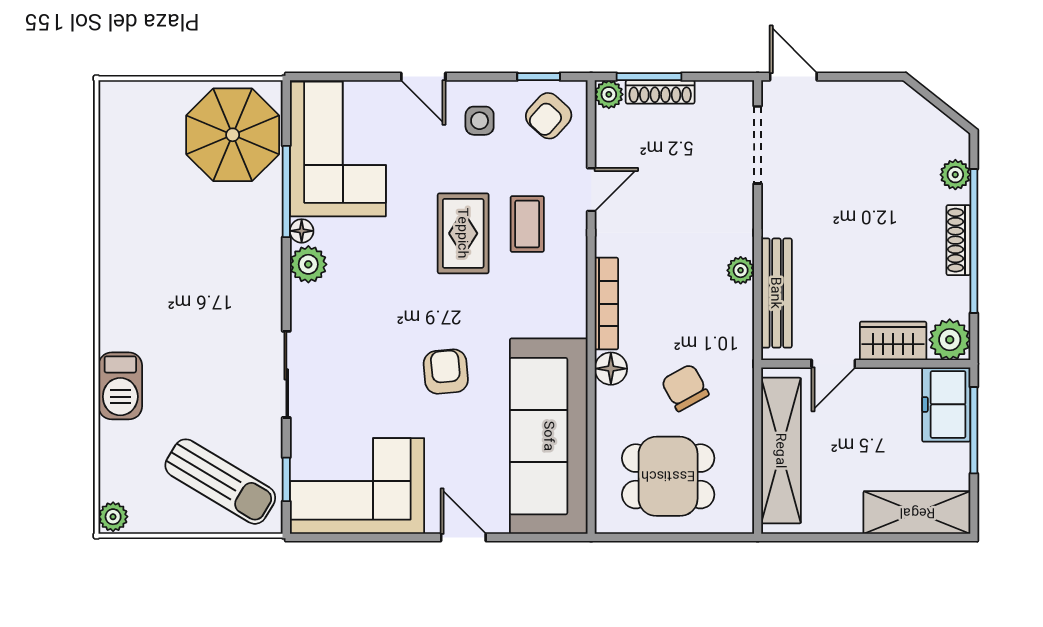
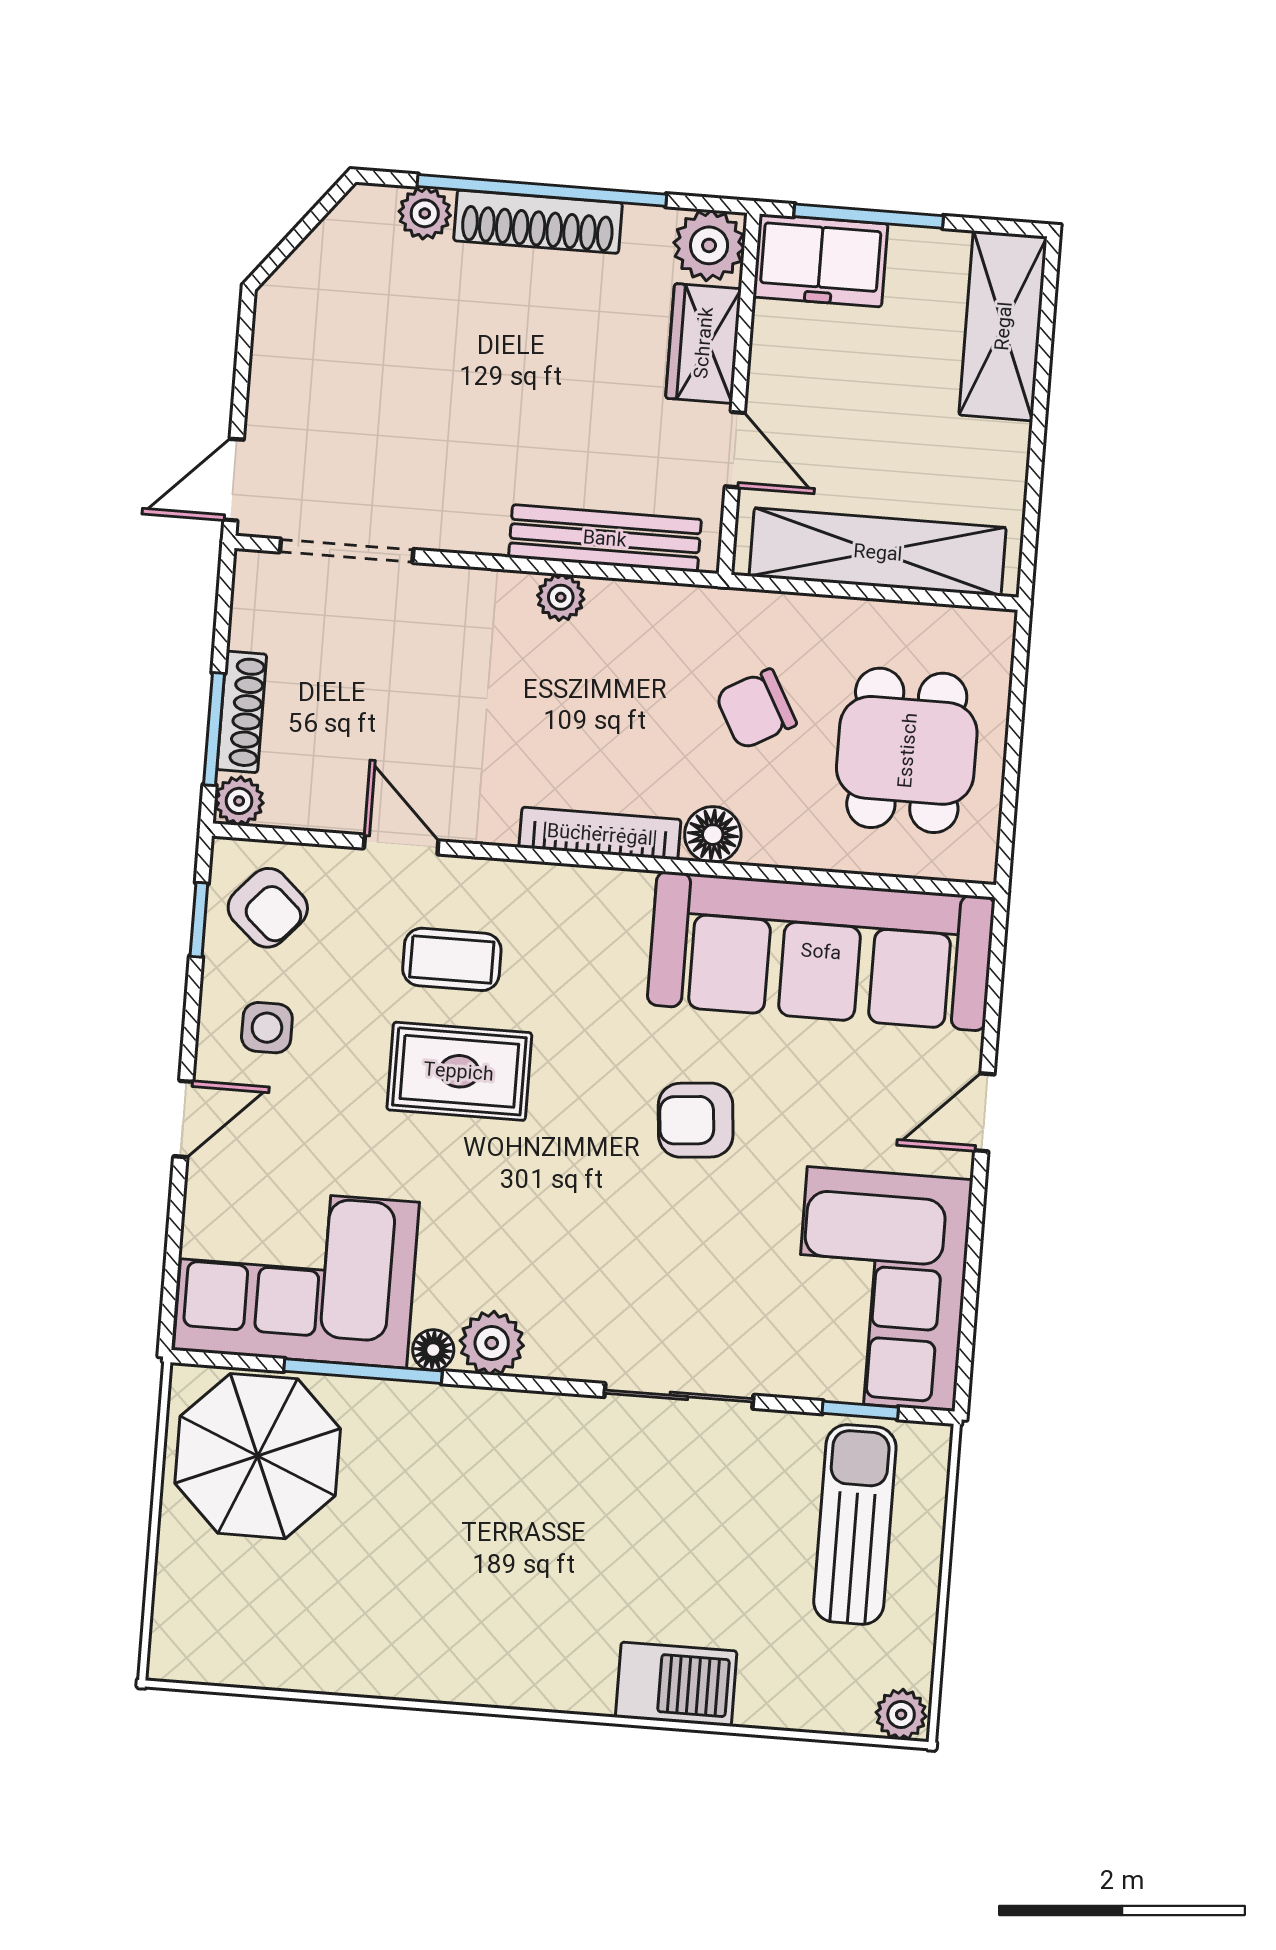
shoe rack: (958, 240) -> (538, 222), width x1.36, depth x1.24
sun lounger: (220, 482) -> (855, 1524), turned -31

